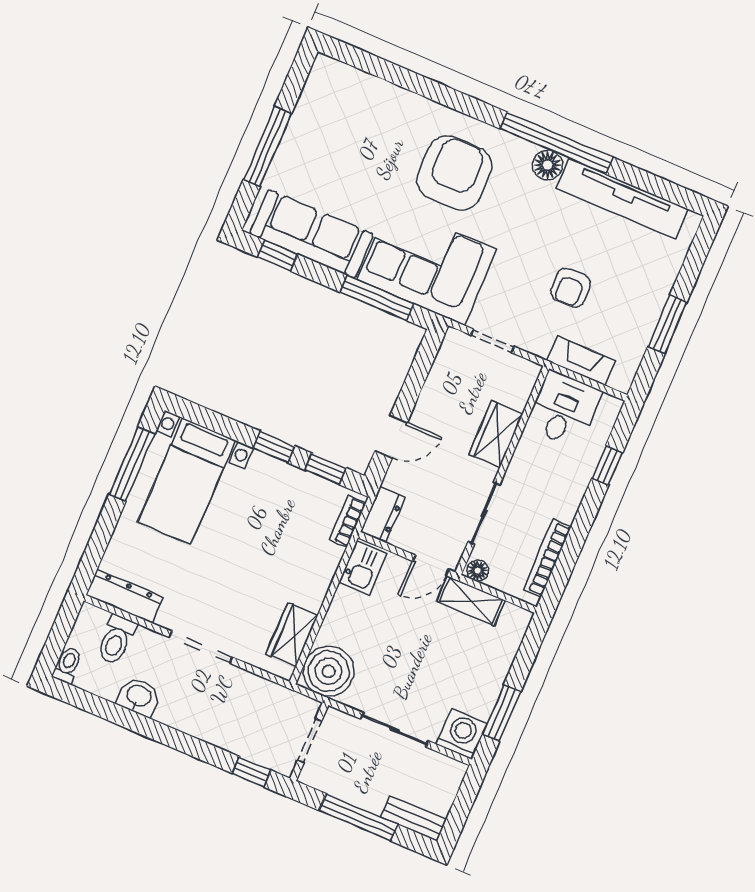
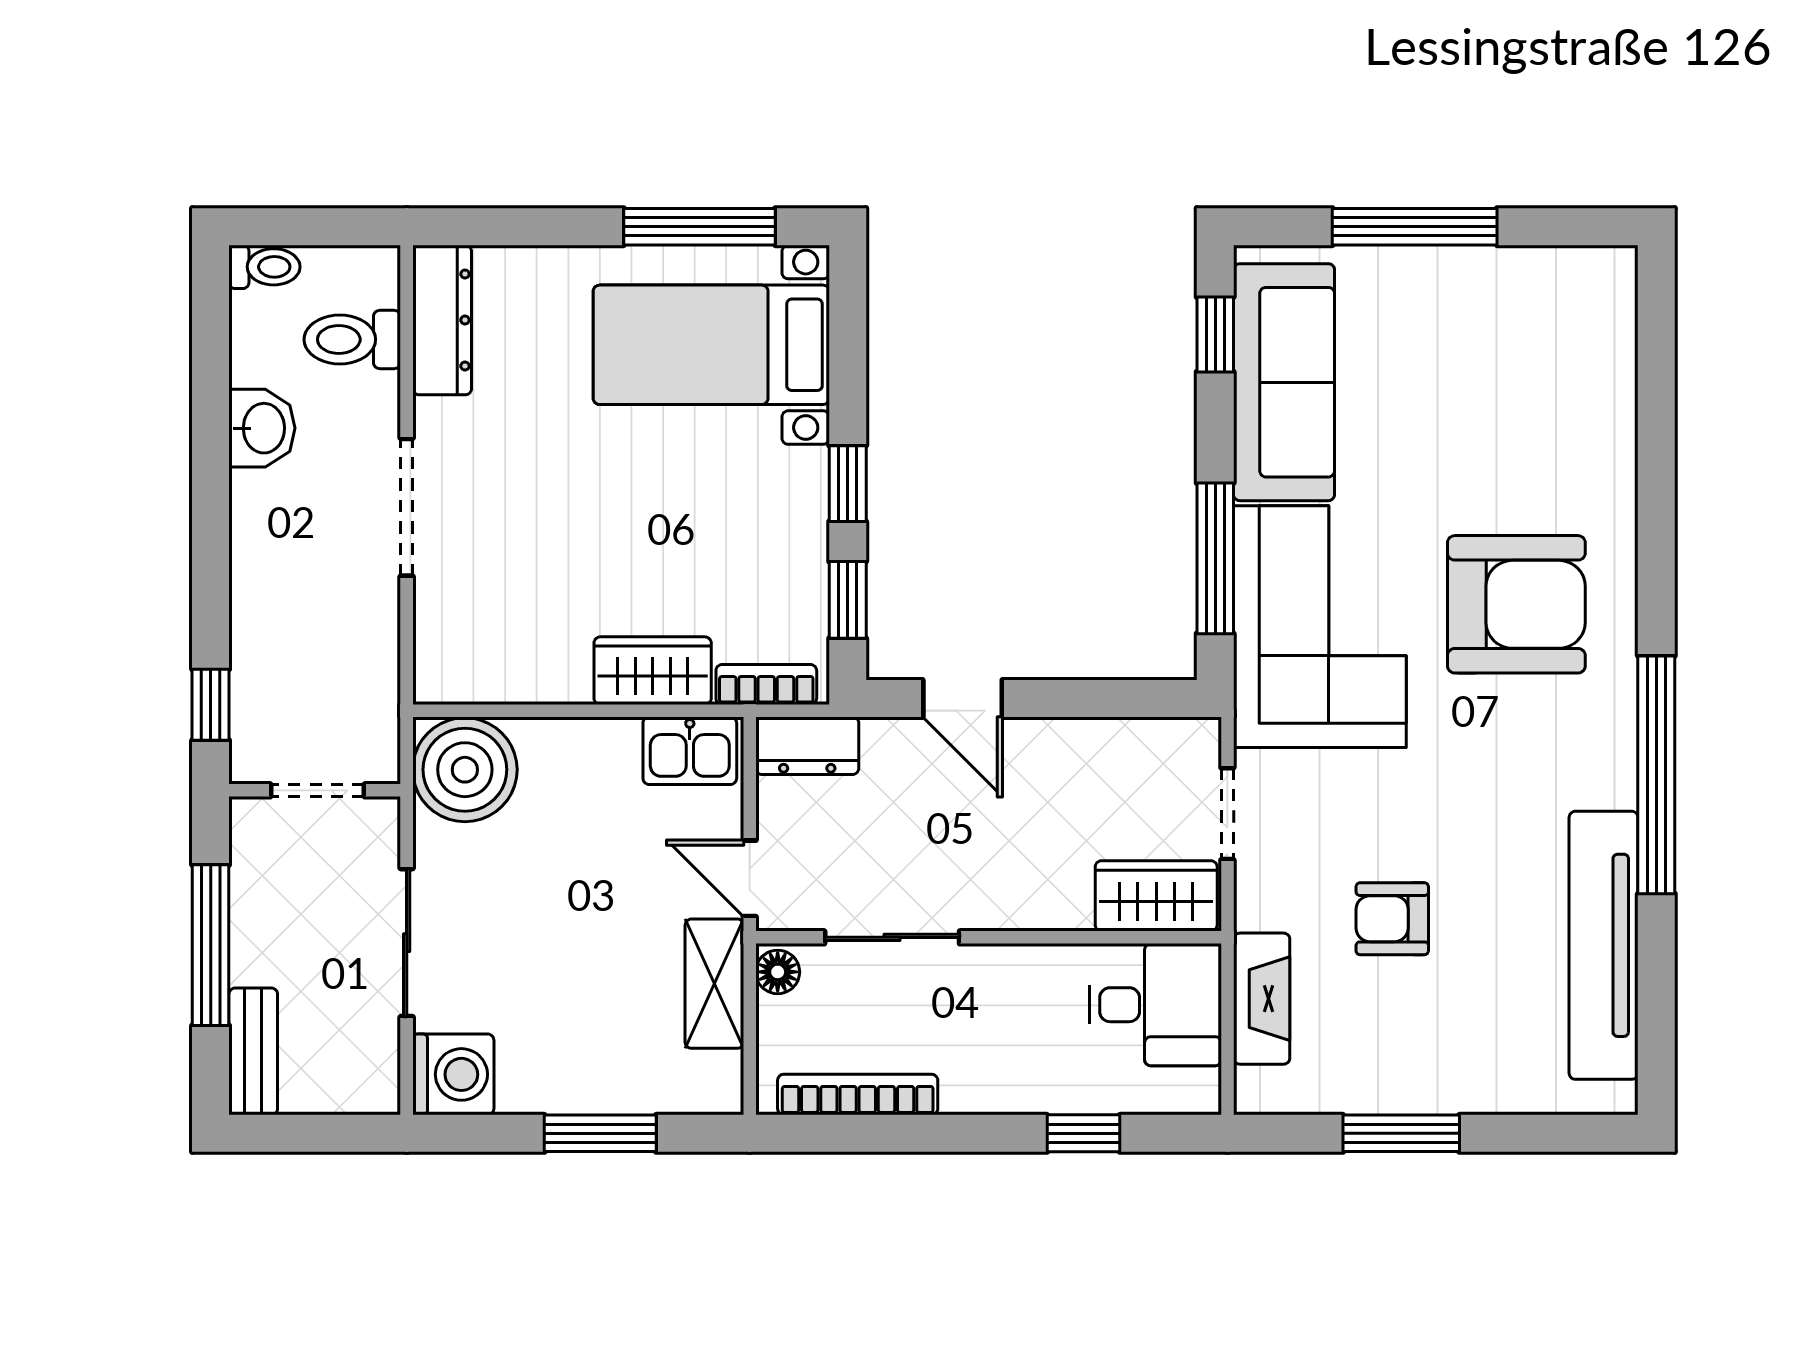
floor lamp: (547, 165) -> (1607, 775), removed
wardrobe: (496, 434) -> (1156, 896), moved
wardrobe: (292, 635) -> (653, 671), moved
window: (502, 713) -> (600, 1133), moved

